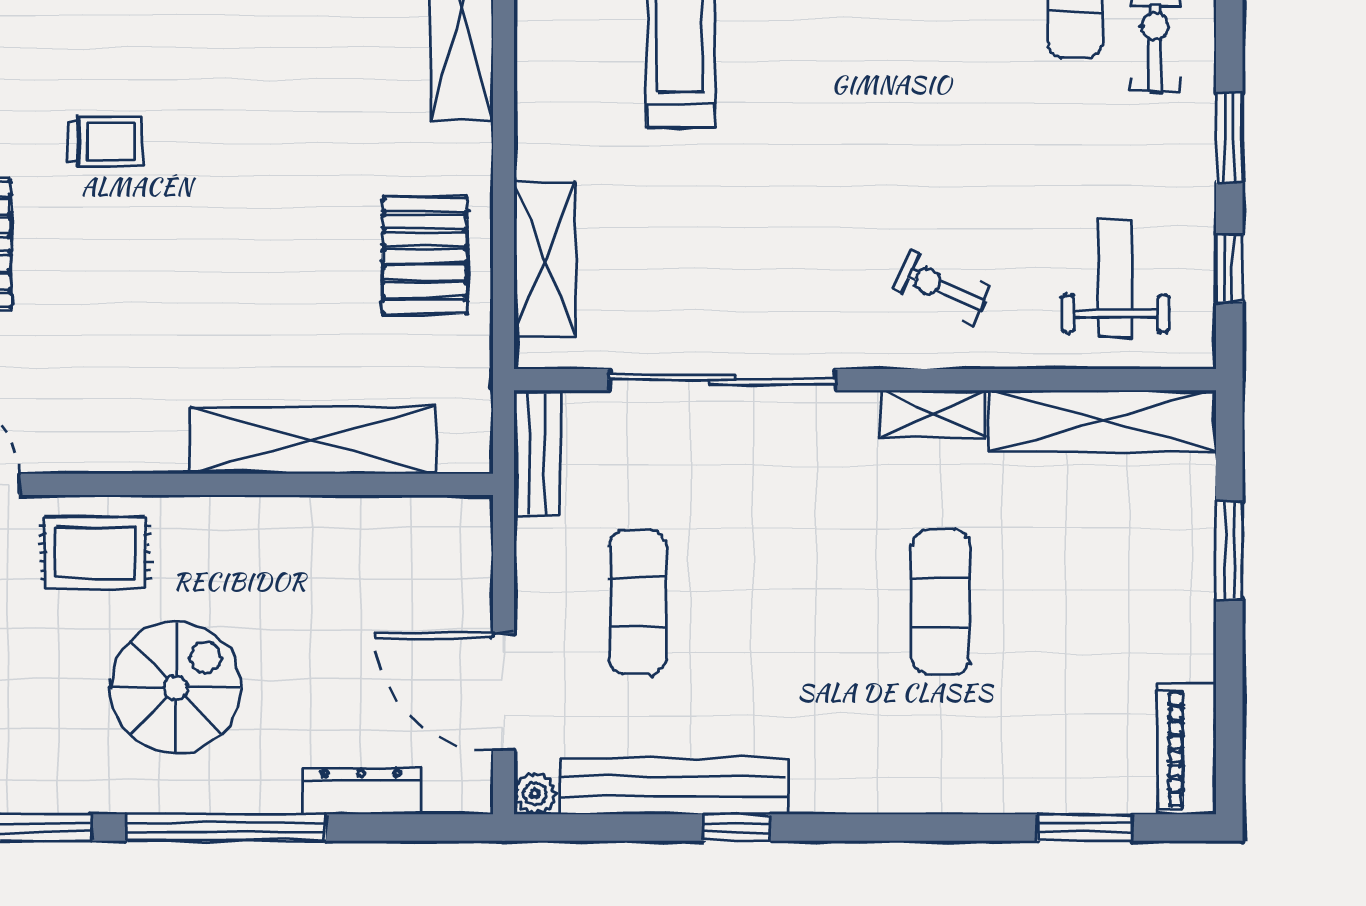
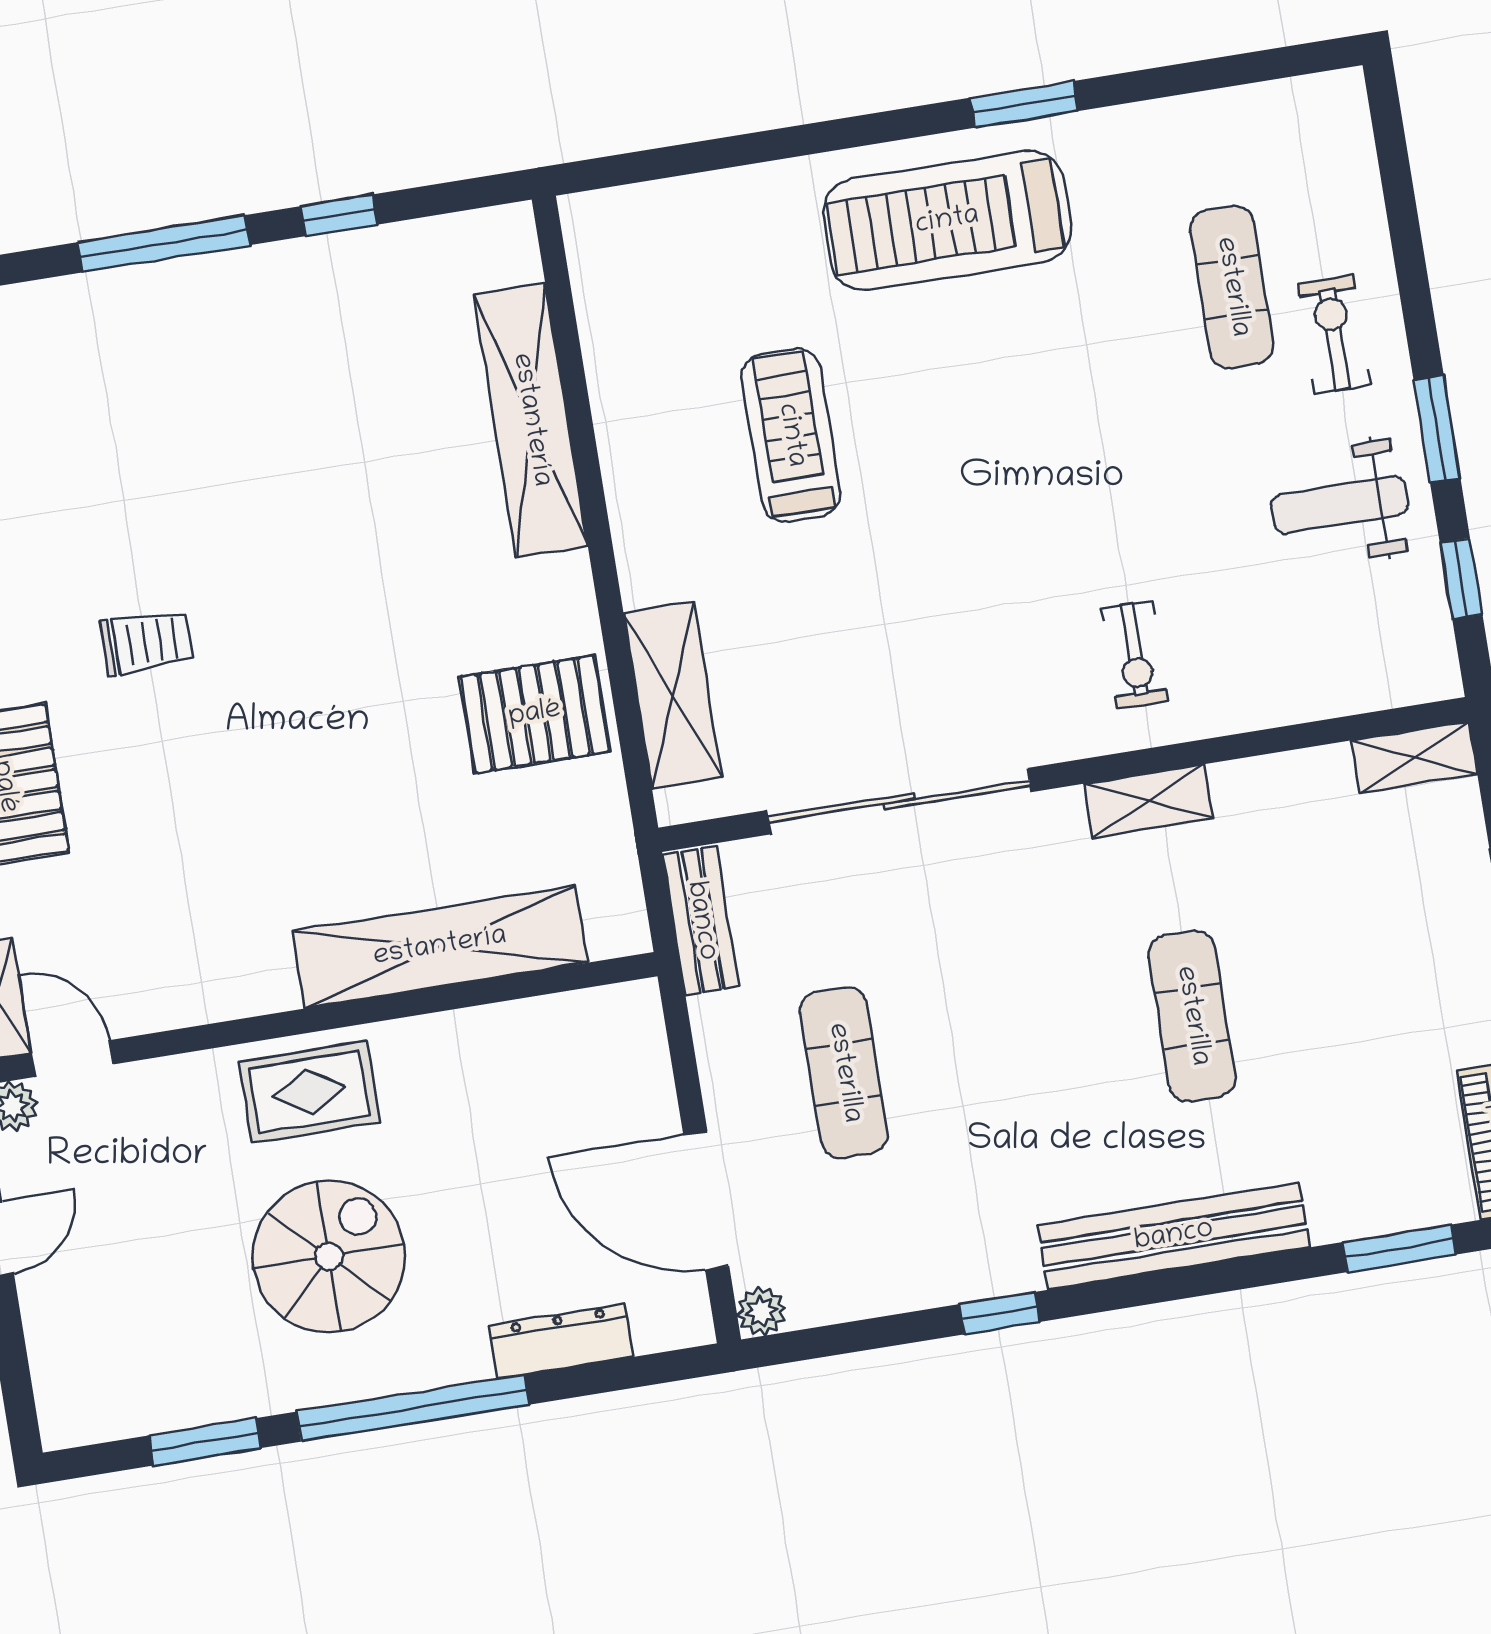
pallet: (425, 256) -> (535, 714), turned 90
weight bench: (1115, 279) -> (1339, 505), moved, turned -90
exercise bike: (942, 287) -> (1135, 654), turned -114
shelving: (1103, 421) -> (1414, 757), width x0.45, depth x0.75
rug: (95, 553) -> (309, 1092), moved
bench: (674, 786) -> (1174, 1236), moved

